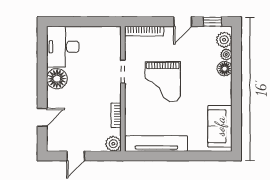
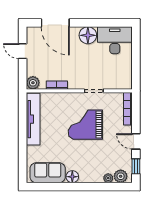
floor lamp: (225, 69) -> (72, 177), moved
door: (42, 117) -> (55, 23), width x1.88

